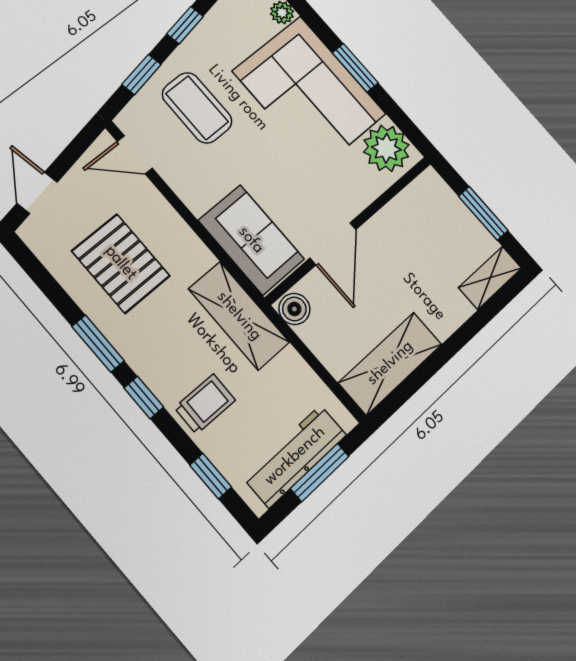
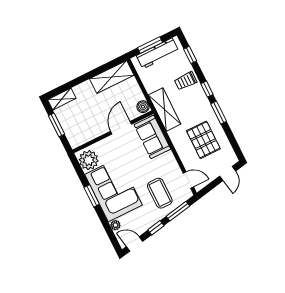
window: (141, 74) -> (178, 211), width x1.50

